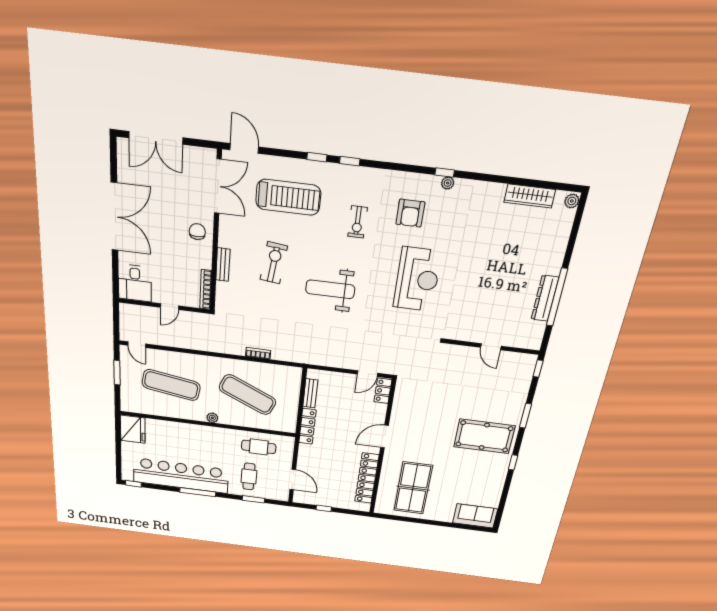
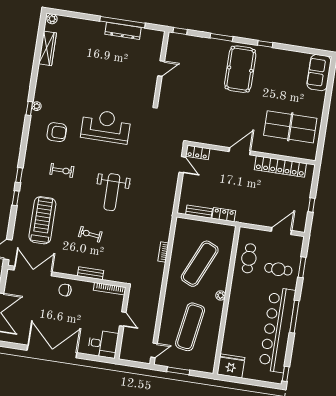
exercise bike: (274, 263) -> (90, 234), width x0.73, depth x0.72
locker: (307, 426) -> (224, 215), width x0.66
door: (384, 437) -> (240, 151), swing flipped

